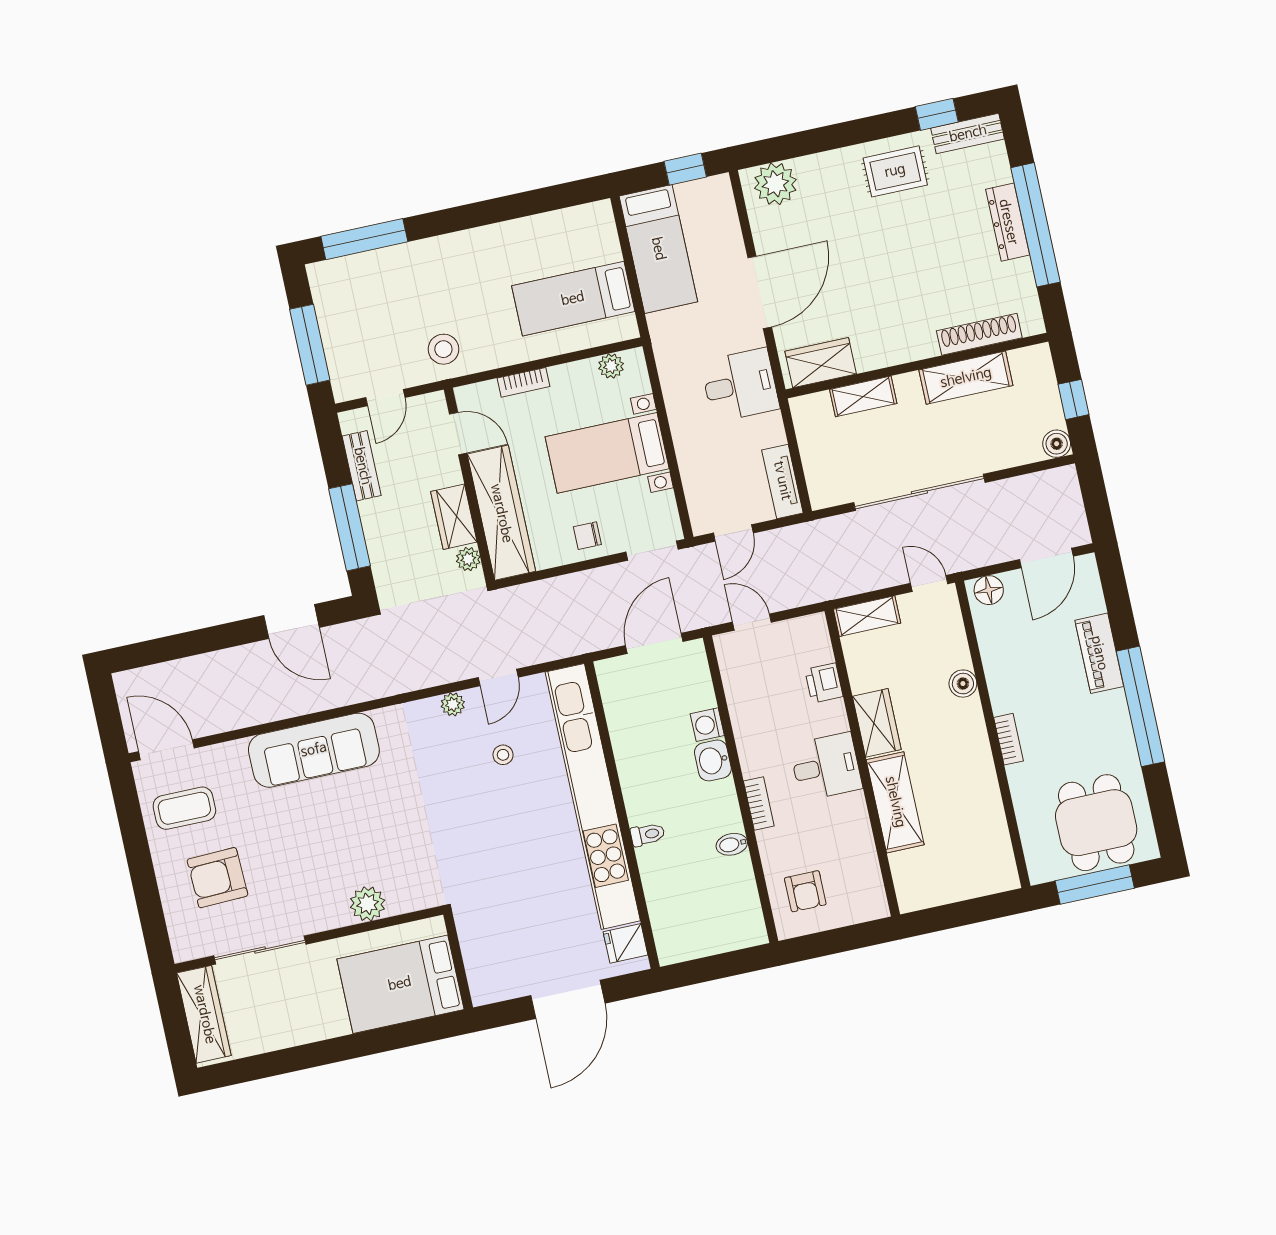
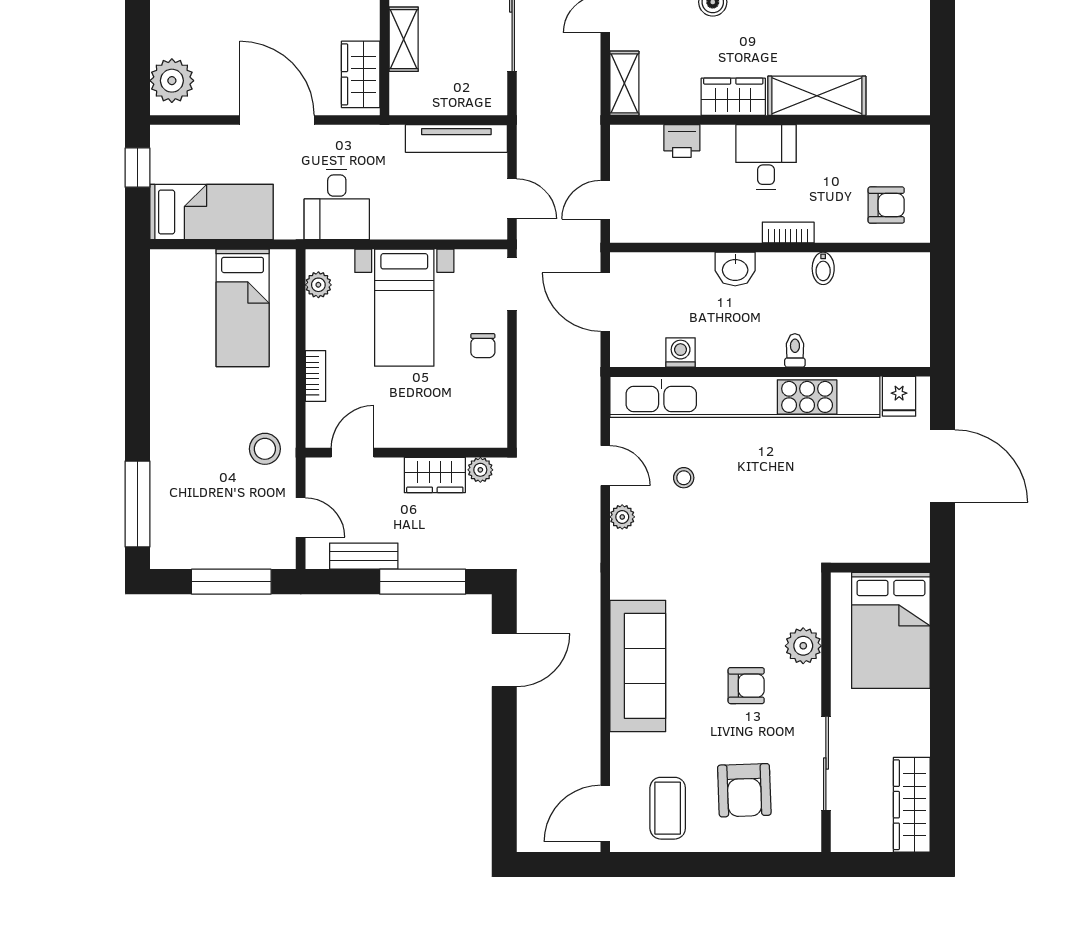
desk: (740, 385) -> (337, 205), moved, turned 180
tv unit: (782, 481) -> (456, 139), width x1.41
wardrobe: (501, 513) -> (441, 427), removed
washing machine: (707, 725) -> (681, 353), moved, turned 180
armchair: (318, 858) -> (746, 686), added
wardrobe: (204, 1014) -> (912, 805), moved, turned -90

